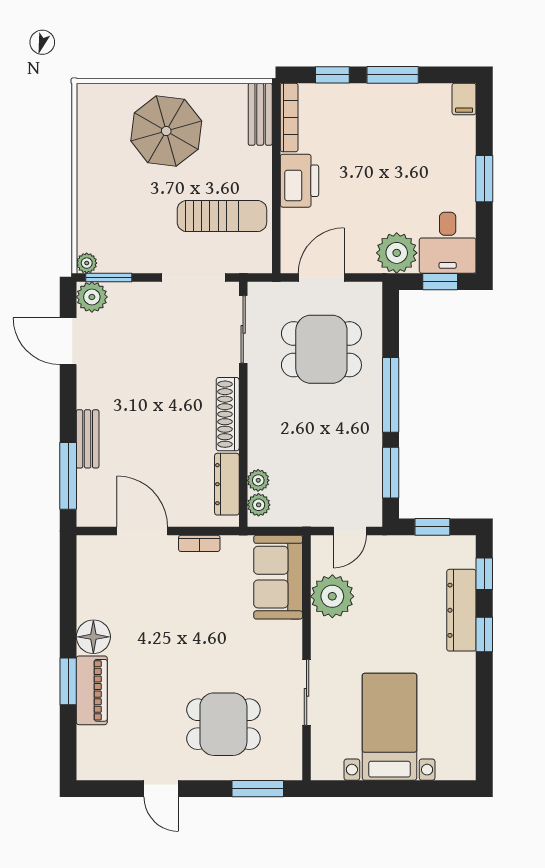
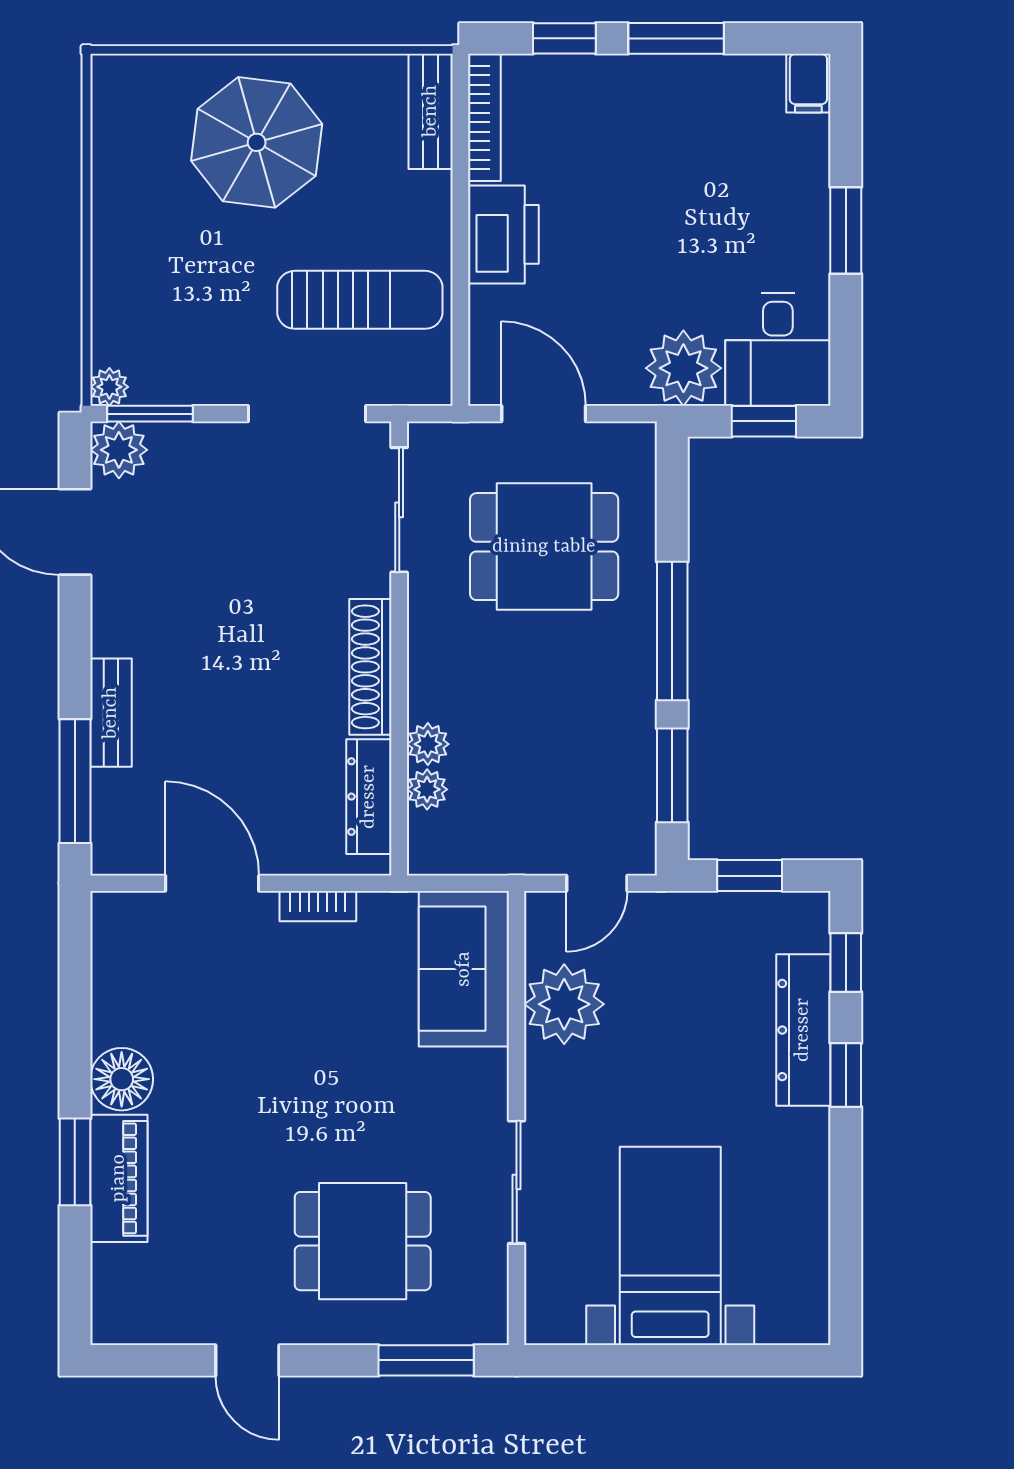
door: (321, 277) -> (544, 414), hinge flipped
plant: (259, 505) -> (428, 744), moved

